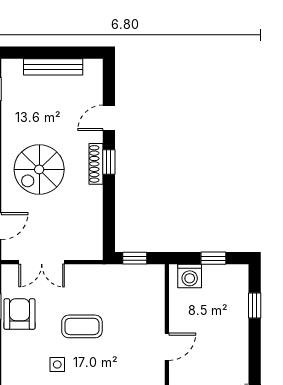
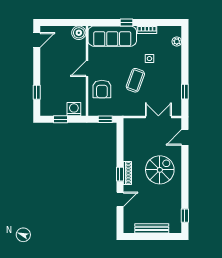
armchair: (20, 314) -> (102, 89), moved
coffee table: (82, 326) -> (135, 80), turned -70

